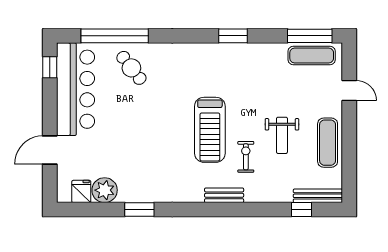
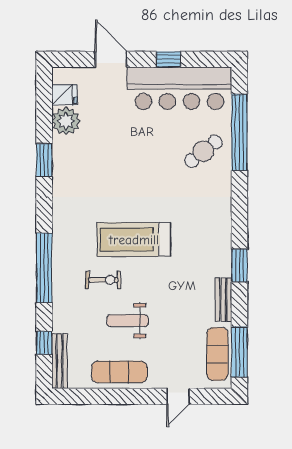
window: (50, 67) -> (168, 59), moved
bench: (224, 195) -> (223, 300), moved
window: (235, 209) -> (44, 268), added

